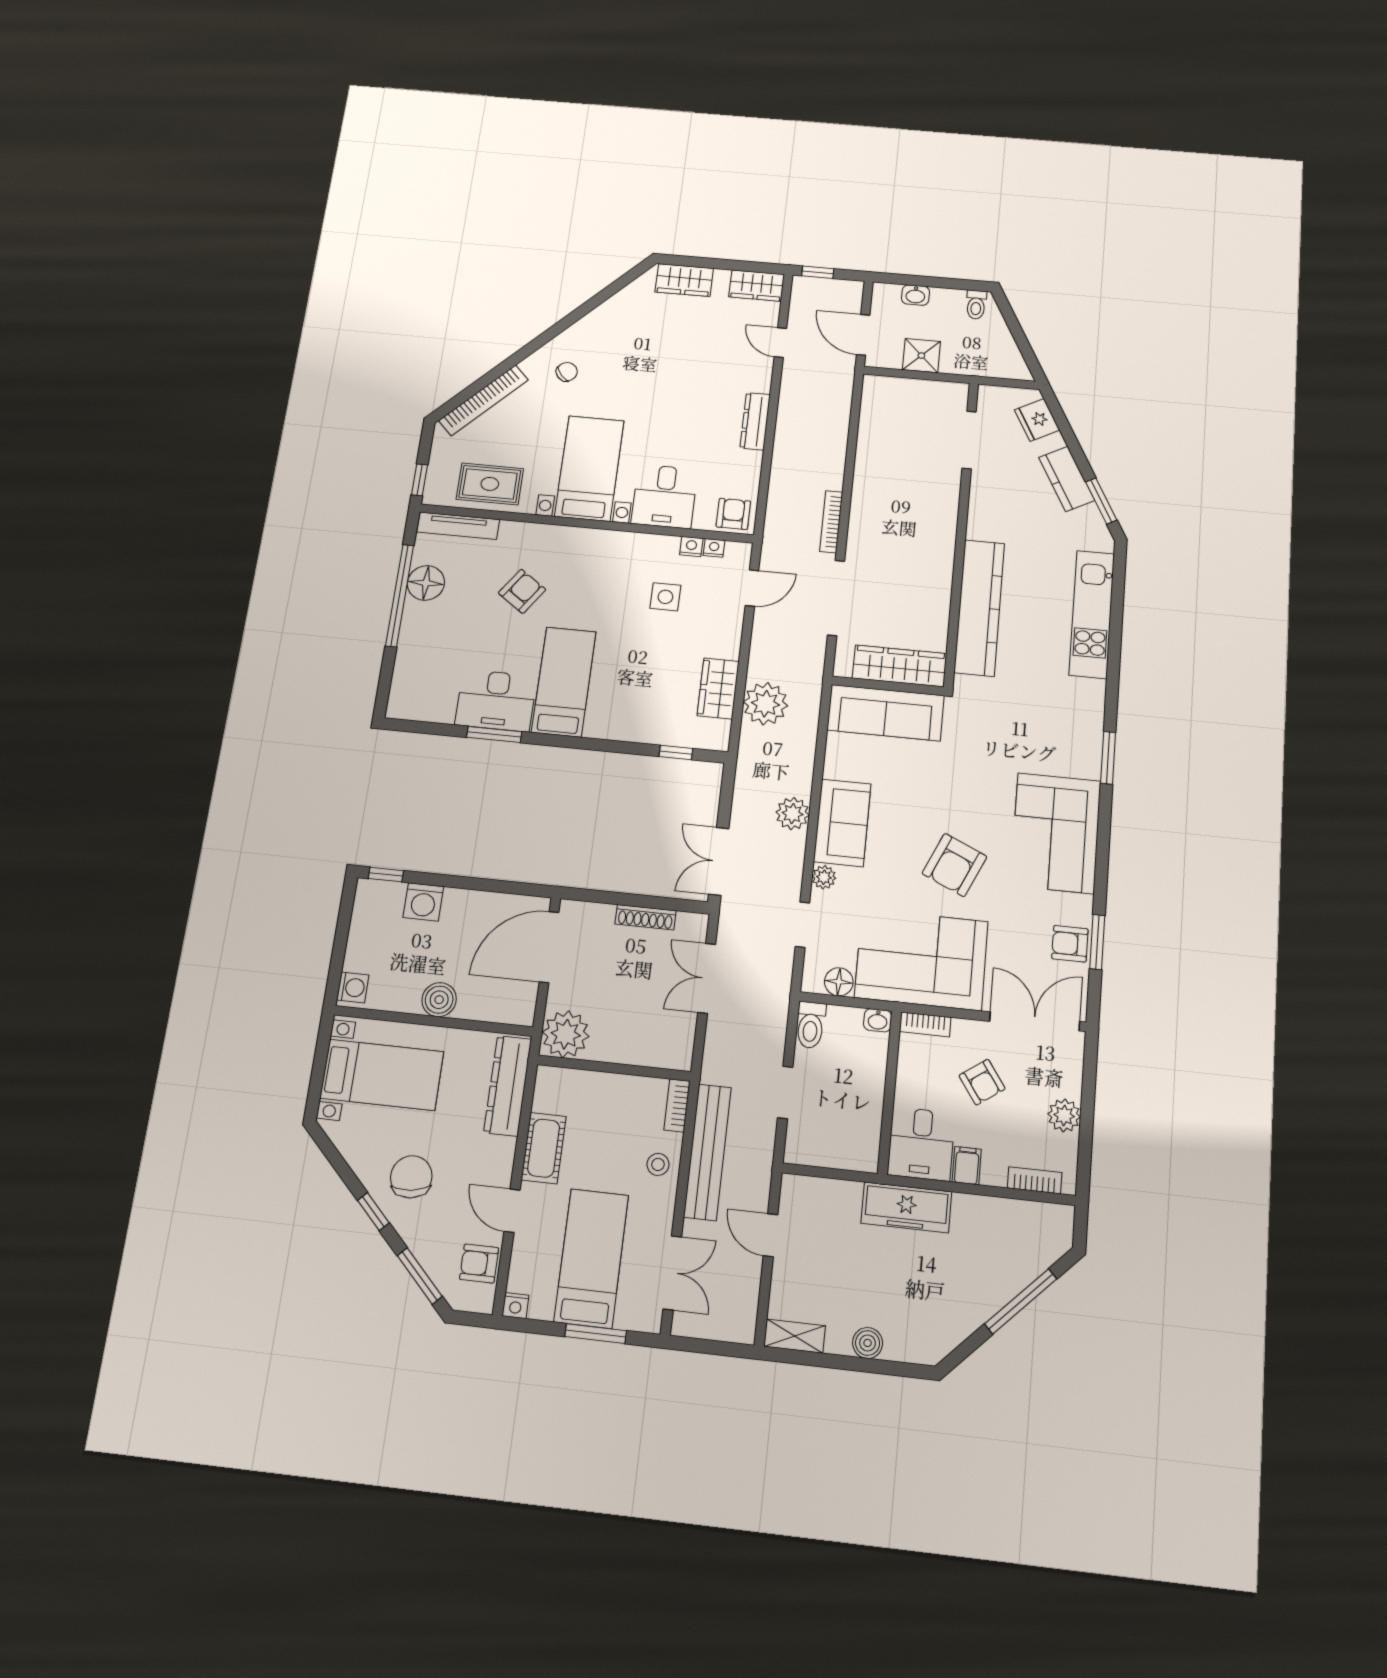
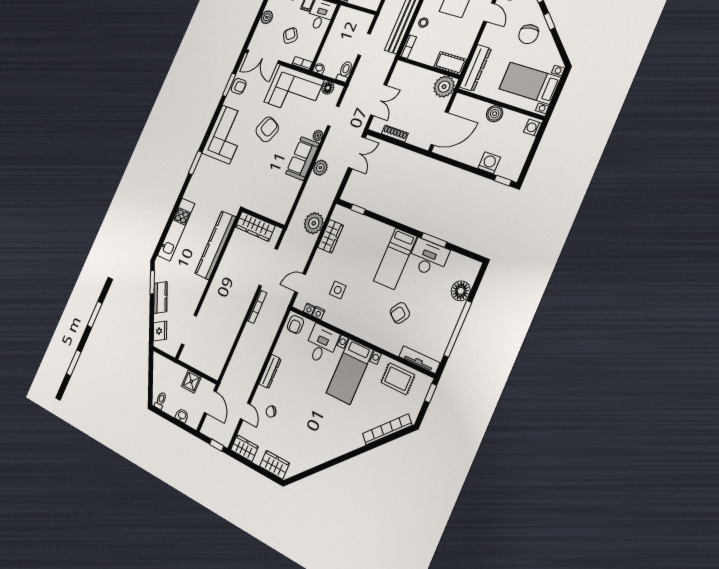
chair: (567, 372) -> (271, 412), moved
floor lamp: (426, 583) -> (461, 291), moved
sofa: (886, 713) -> (268, 206), removed
cot: (544, 1148) -> (450, 63), moved, turned 90

